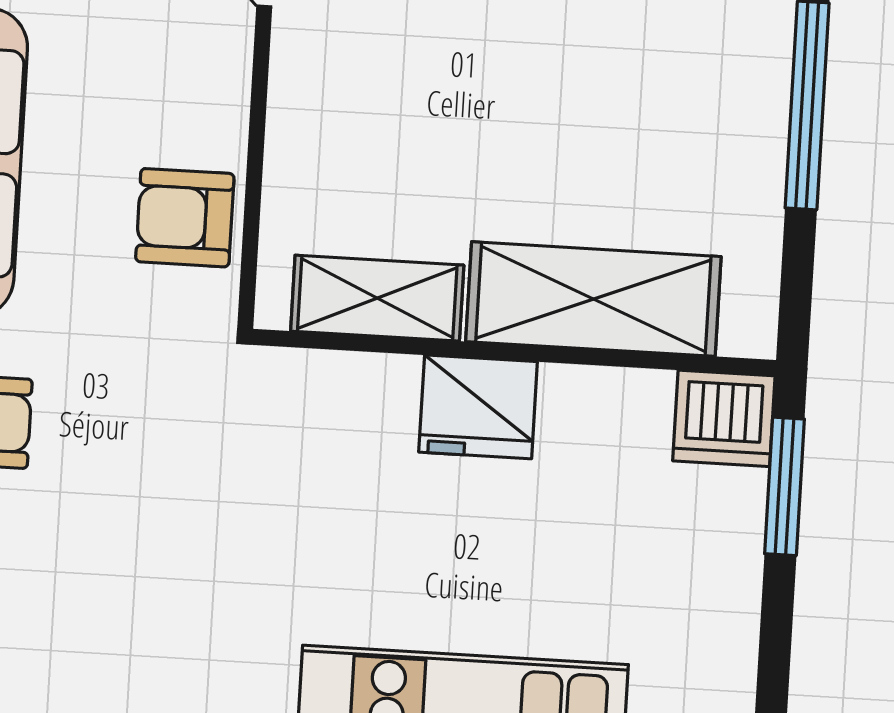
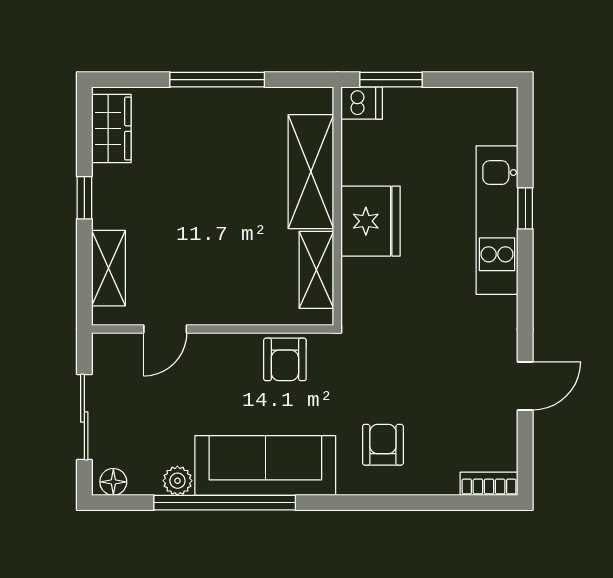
fridge: (478, 407) -> (371, 221), width x1.36, depth x1.34
dishwasher: (724, 418) -> (362, 103), width x0.73

